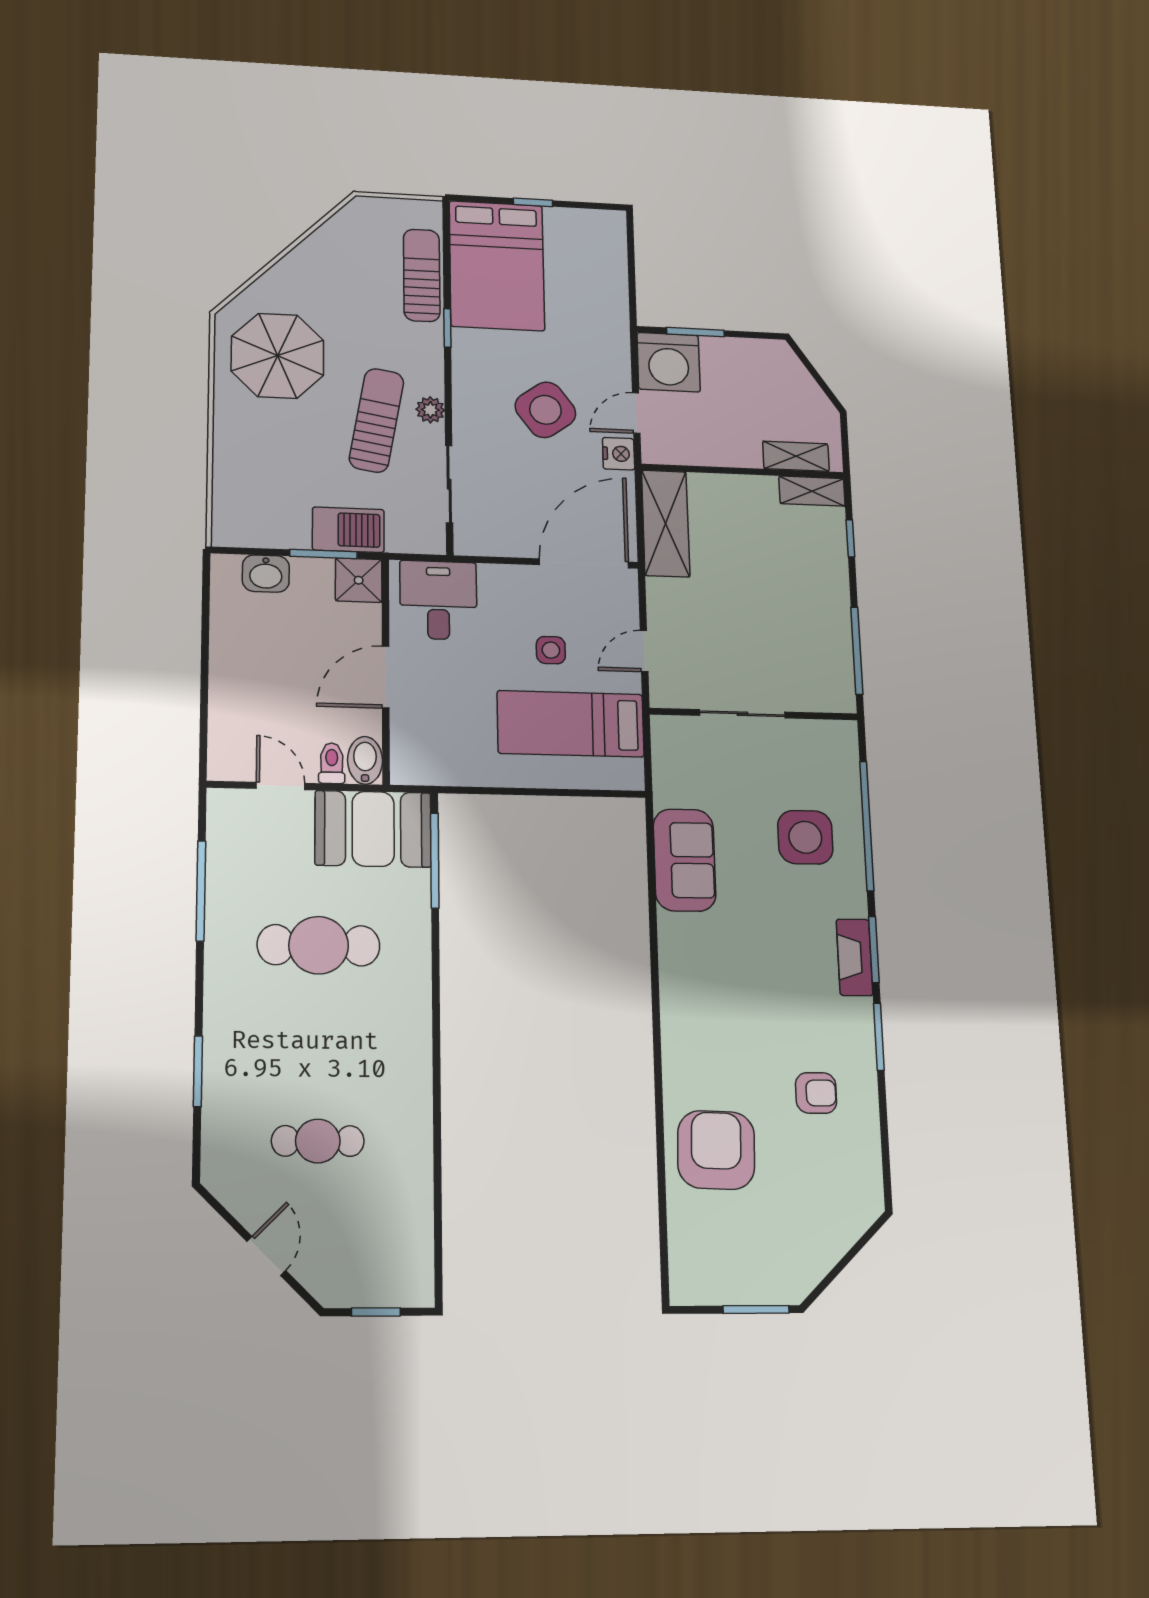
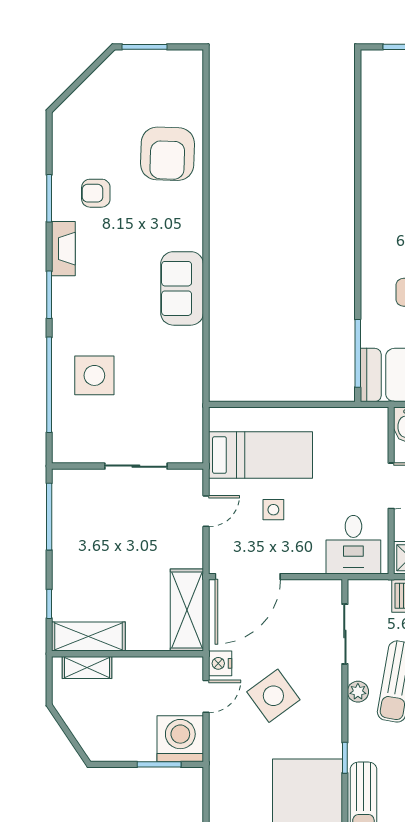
shelving: (812, 491) -> (88, 637), width x1.50, depth x1.33
sofa: (684, 860) -> (182, 288), moved
fireplace: (855, 957) -> (63, 249), moved
window: (879, 1037) -> (49, 198), moved

